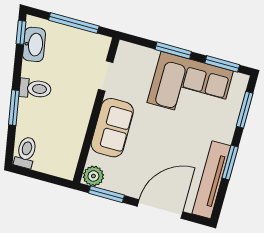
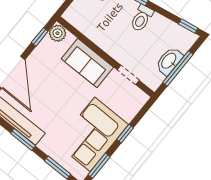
washbasin: (34, 44) -> (169, 61), moved, turned 100
window: (173, 50) -> (125, 134), width x0.67
window: (106, 194) -> (40, 37), width x0.67

